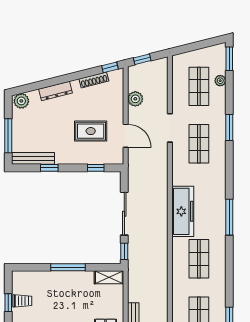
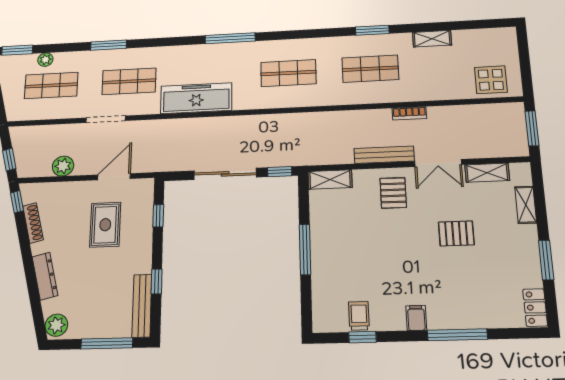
freezer: (183, 211) -> (196, 98), moved
shelving: (109, 277) -> (330, 179), moved, turned 90

